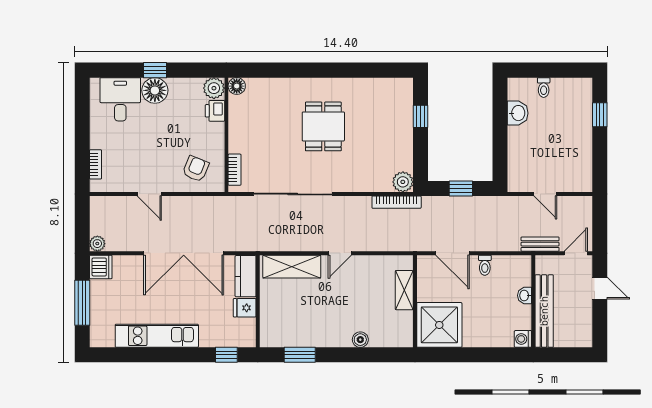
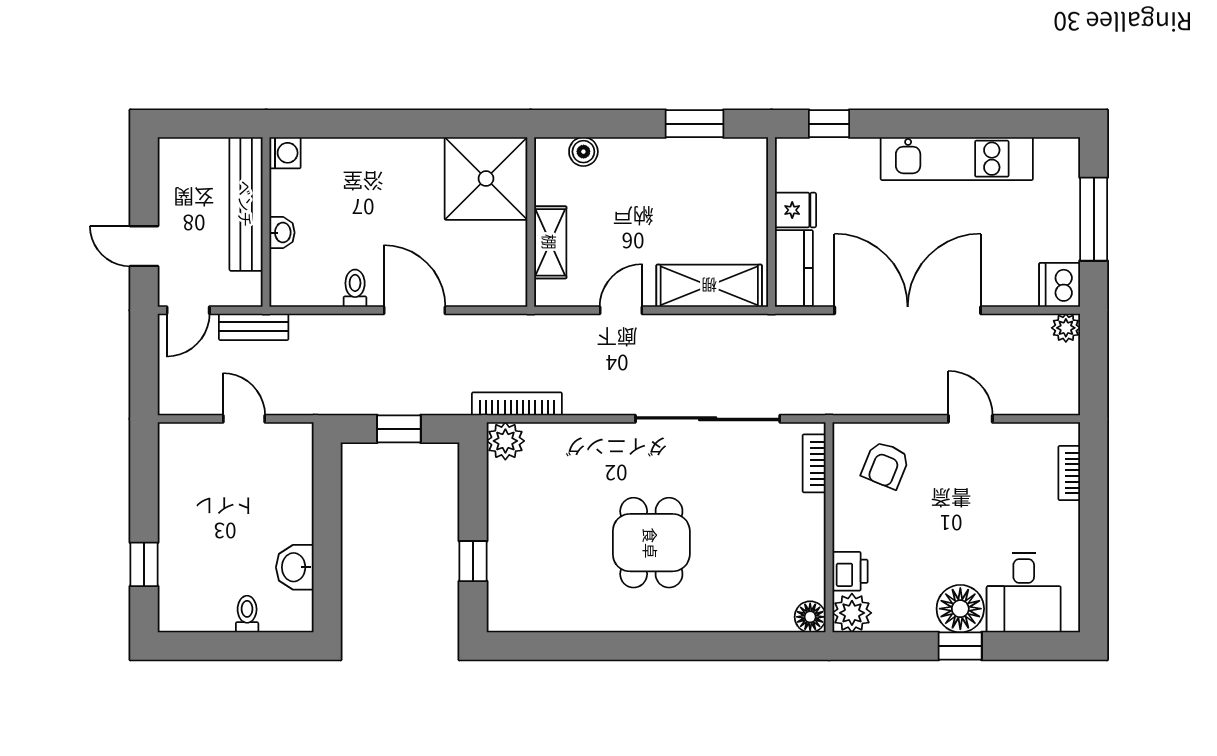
shelving: (404, 290) -> (550, 242), moved
wall: (415, 301) -> (531, 222), moved
shower: (439, 325) -> (486, 179), moved

